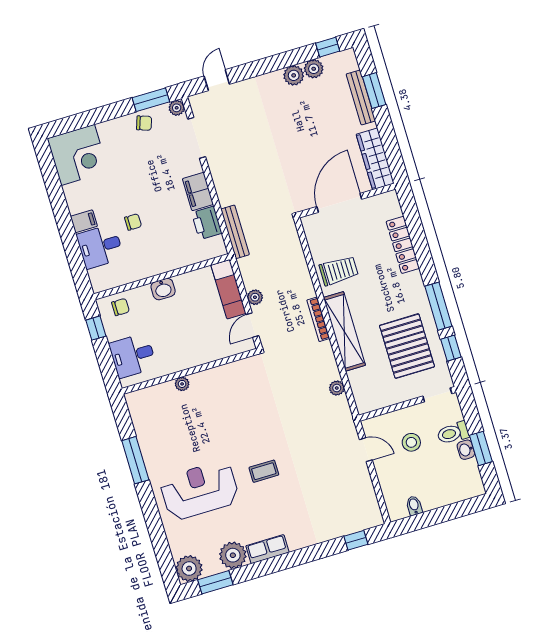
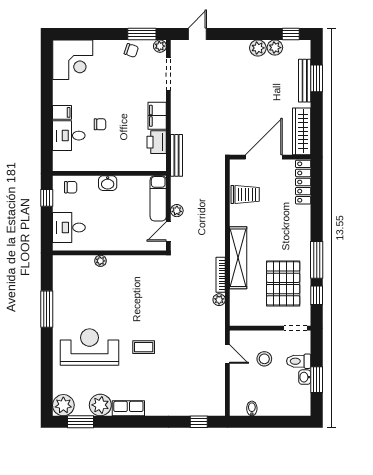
locker: (403, 245) -> (303, 182), moved
trolley: (339, 271) -> (245, 194), moved
bookcase: (318, 319) -> (221, 275), moved

